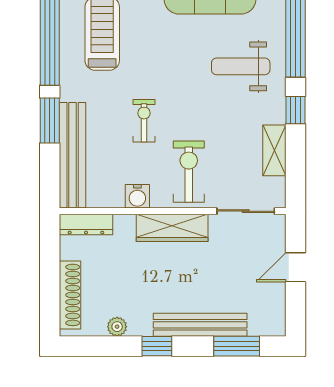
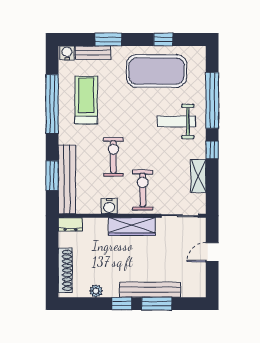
window: (50, 120) -> (52, 176), moved
exercise bike: (144, 121) -> (113, 157), width x1.38, depth x1.39
dresser: (86, 224) -> (70, 224), width x0.70
window: (237, 346) -> (157, 304), moved

